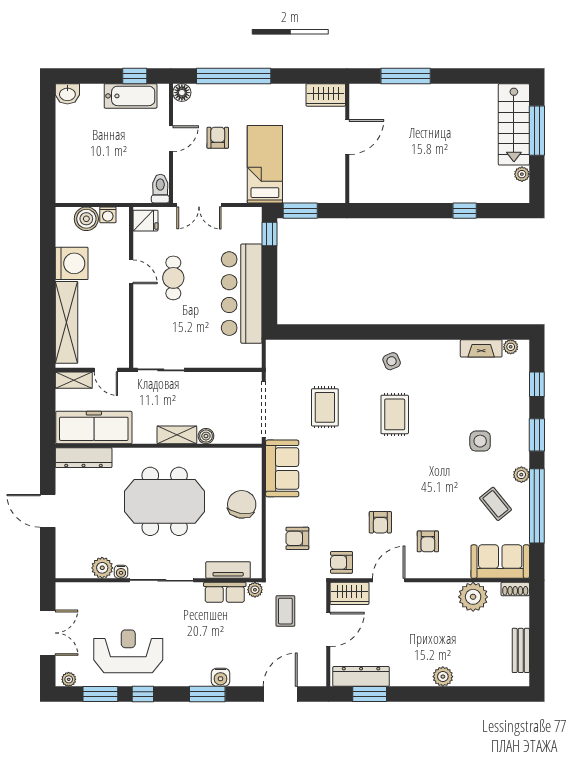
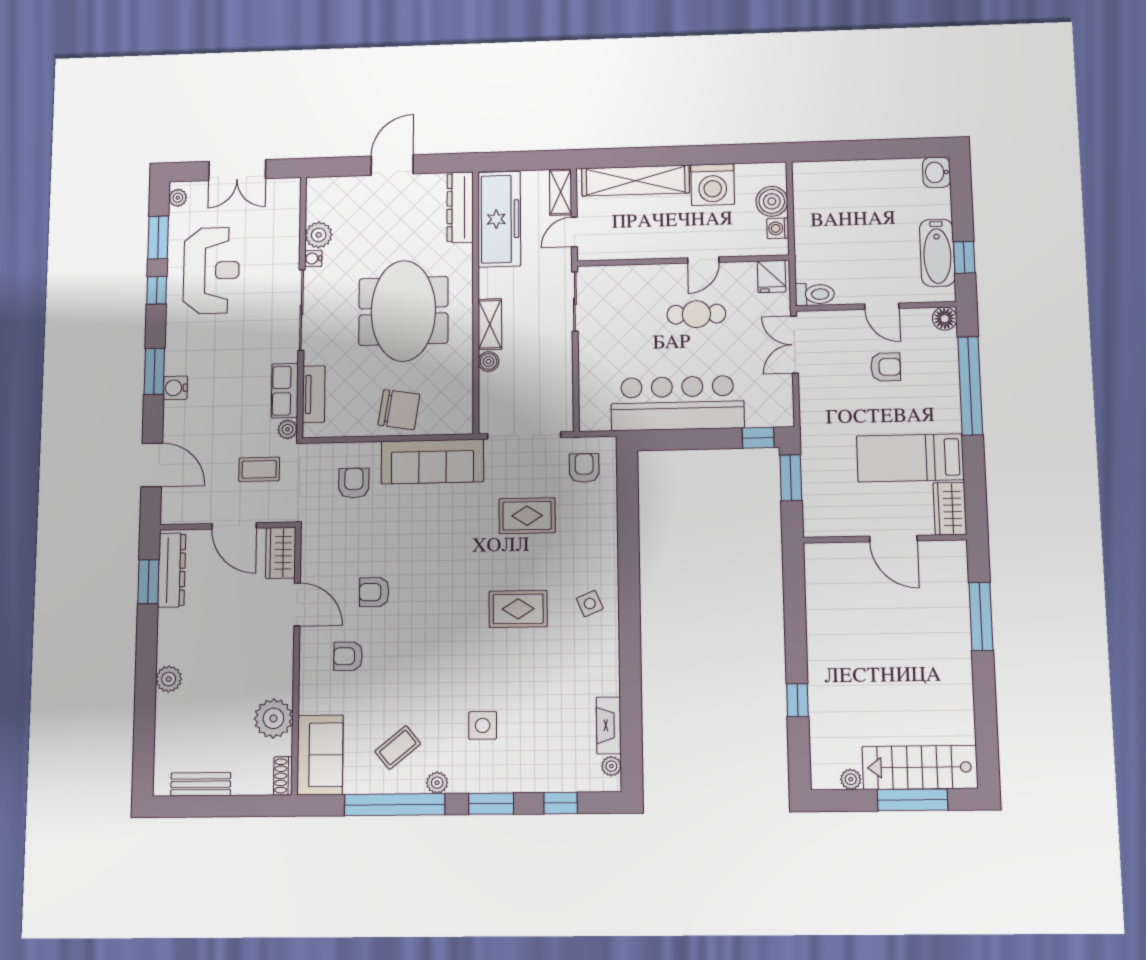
bed: (265, 164) -> (910, 458), moved, turned 180
sofa: (282, 468) -> (432, 461), width x1.36
armchair: (342, 562) -> (584, 468), moved

